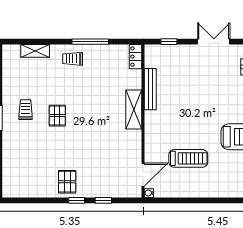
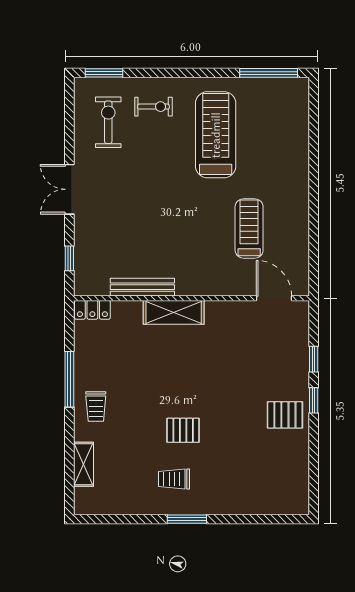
water cooler: (149, 193) -> (302, 289), removed

